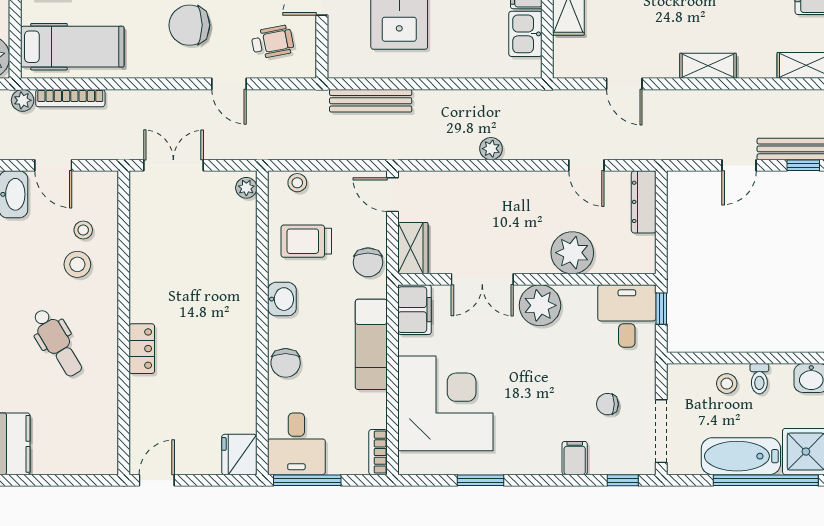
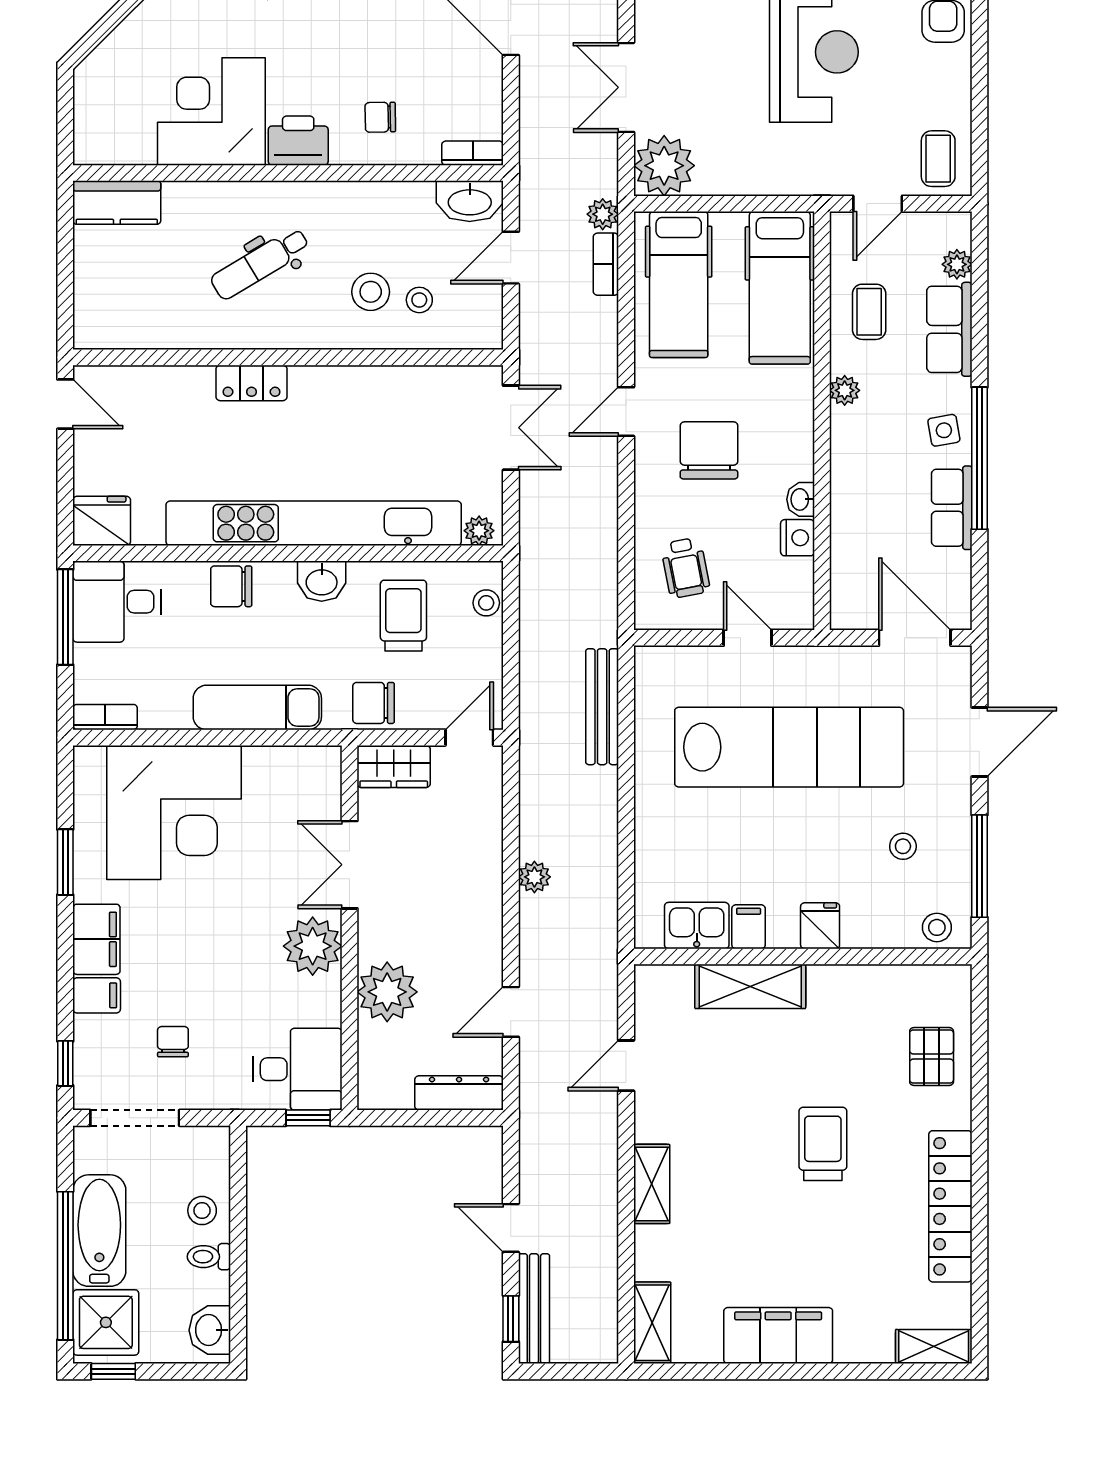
door: (229, 84) -> (626, 412), moved
bookcase: (70, 98) -> (606, 264), width x0.64
kitchen unit: (241, 305) -> (314, 523), added
filing cabinet: (415, 310) -> (96, 939), moved, turned -90

